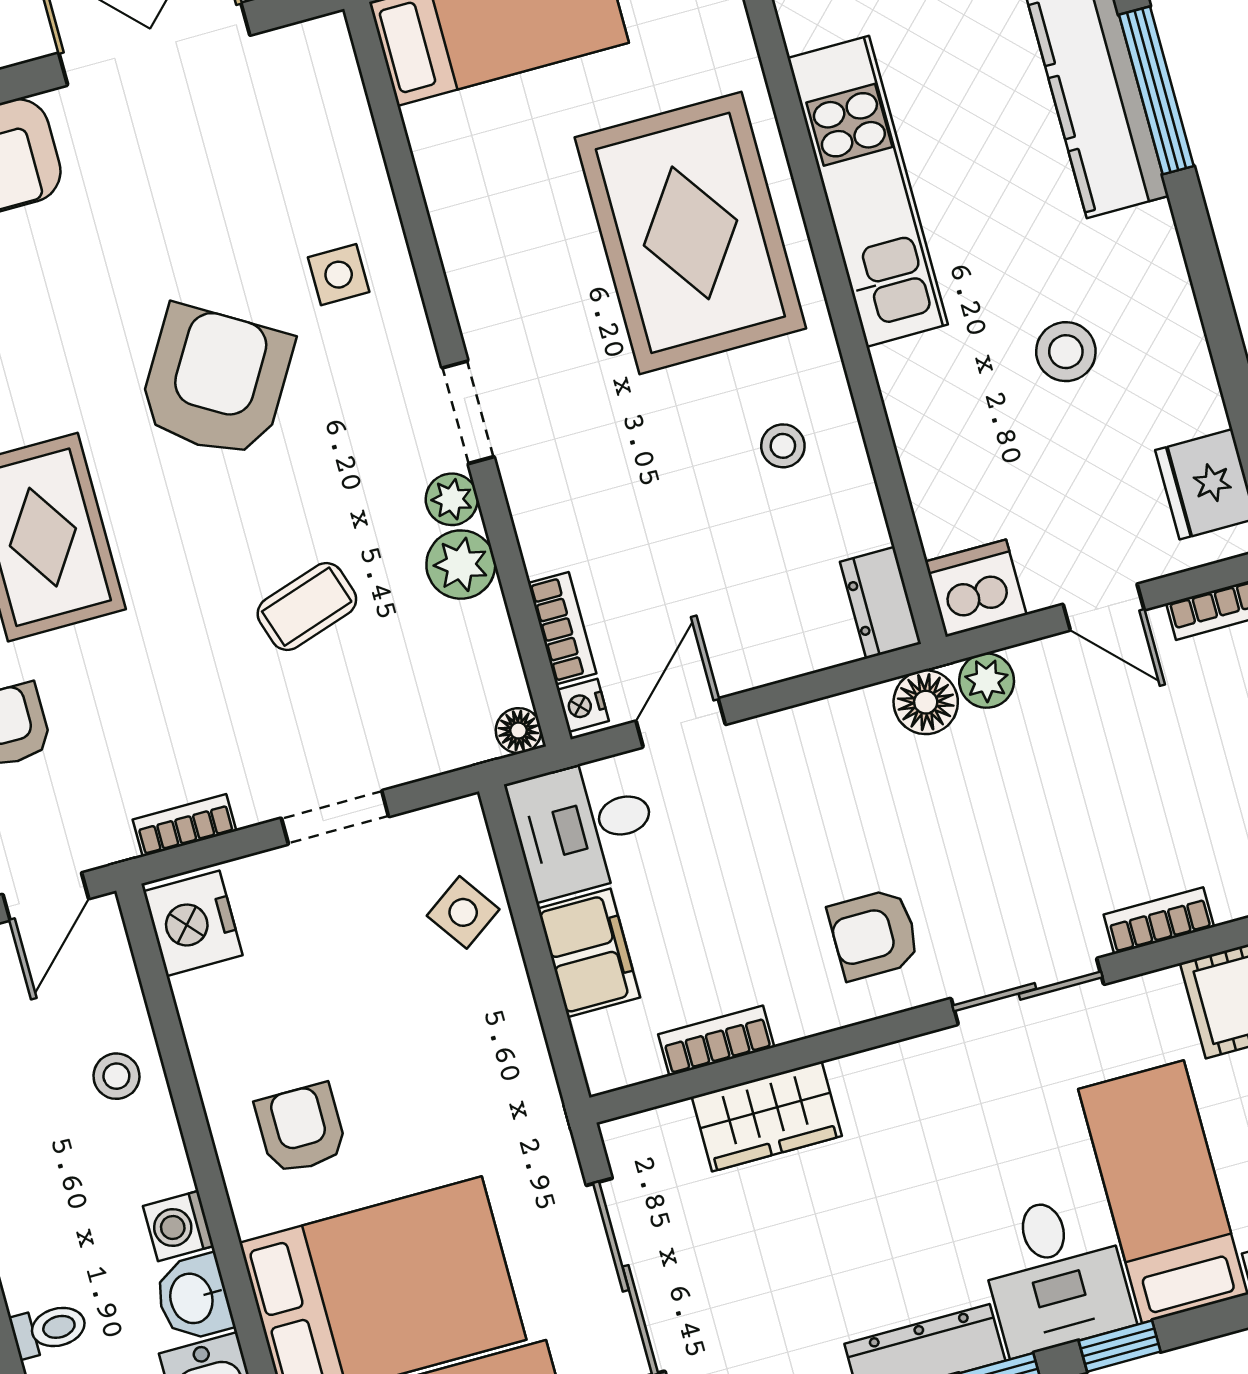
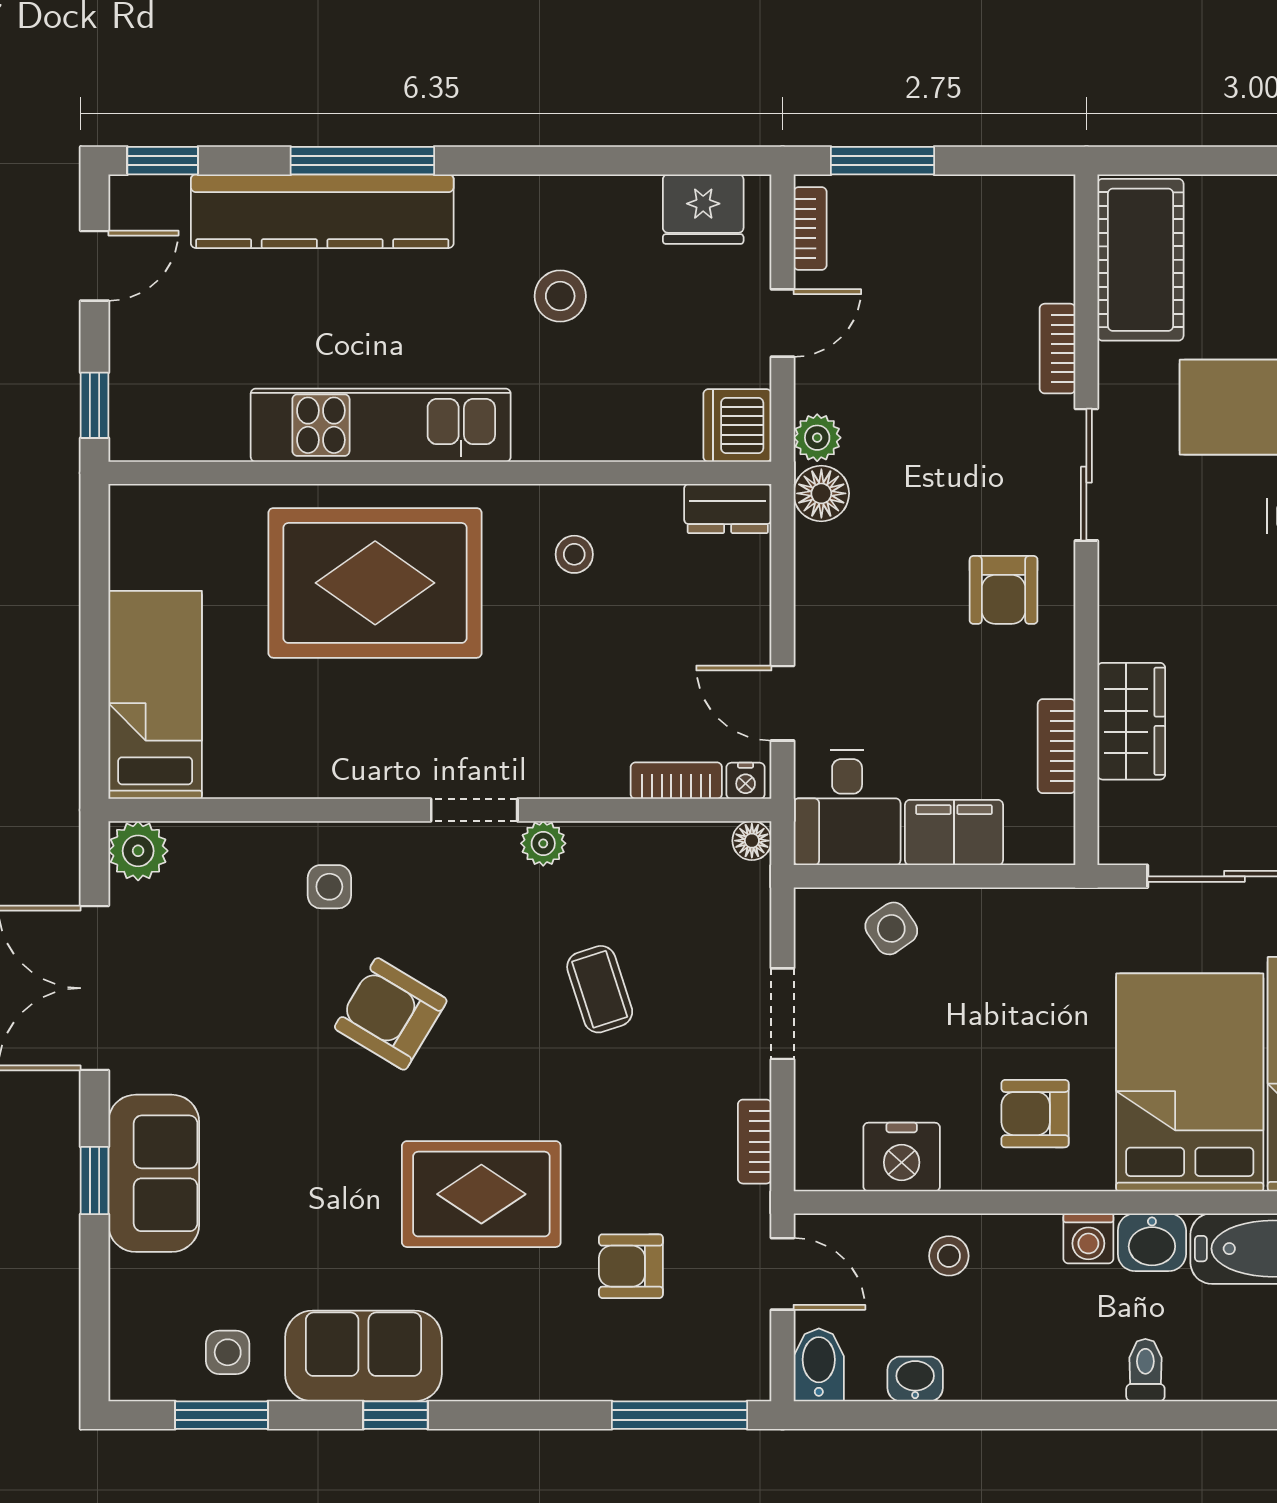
armchair: (216, 382) -> (391, 1014), width x0.73, depth x0.73
plant: (461, 565) -> (138, 851), moved
nightstand: (193, 923) -> (902, 1157), moved

